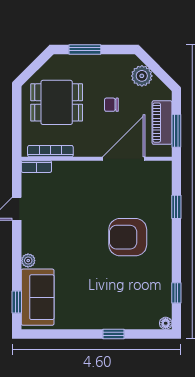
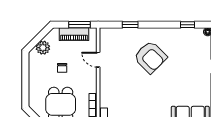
window: (85, 49) -> (25, 86), removed
door: (124, 159) -> (98, 60), width x0.53
armchair: (128, 237) -> (150, 57), turned -45

